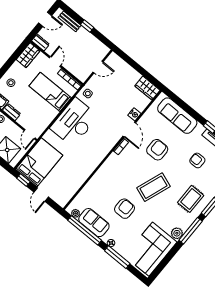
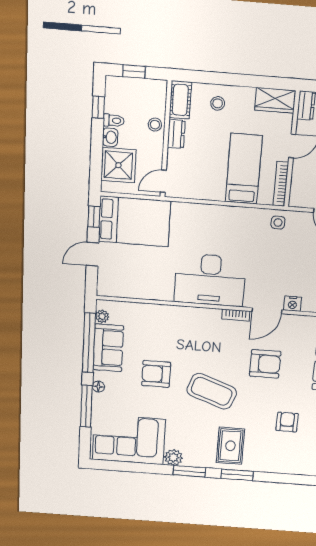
desk: (74, 122) -> (210, 280), moved, turned 180
rug: (191, 199) -> (230, 446), turned 90
armchair: (125, 209) -> (156, 374), turned 180
window: (191, 231) -> (189, 471), width x0.69

